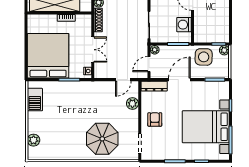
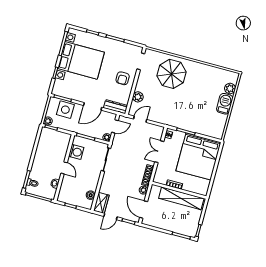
side table: (204, 57) -> (65, 110), moved
barbecue: (35, 100) -> (225, 104), moved

